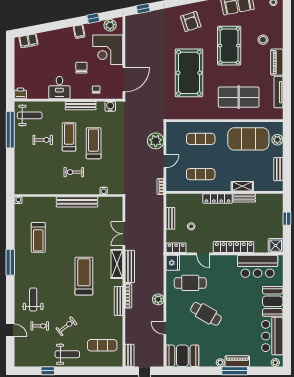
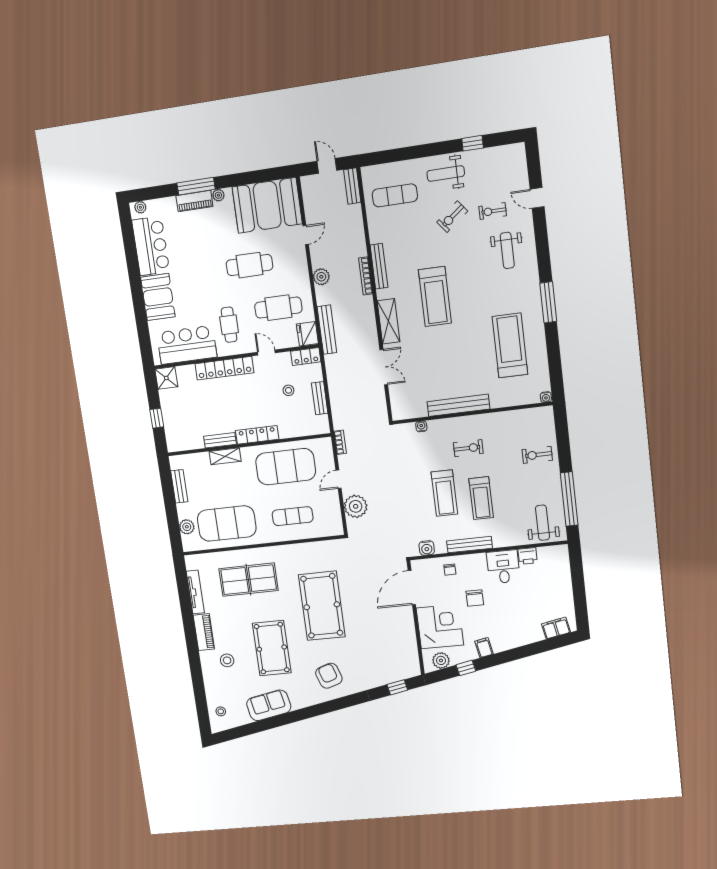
printer: (20, 93) -> (528, 556), moved
weight bench: (30, 115) -> (543, 523), turned 90
exercise bike: (43, 140) -> (537, 455), moved
exercise mat: (201, 174) -> (286, 467), width x2.00, depth x1.45
treadmill: (38, 237) -> (510, 345), width x1.37, depth x1.38
bench: (130, 266) -> (327, 330), moved
cafe table: (226, 276) -> (229, 325), added
cafe table: (206, 314) -> (249, 265), turned -30
door: (165, 328) -> (306, 235), hinge flipped
booth: (182, 356) -> (267, 205), width x1.36, depth x1.42

